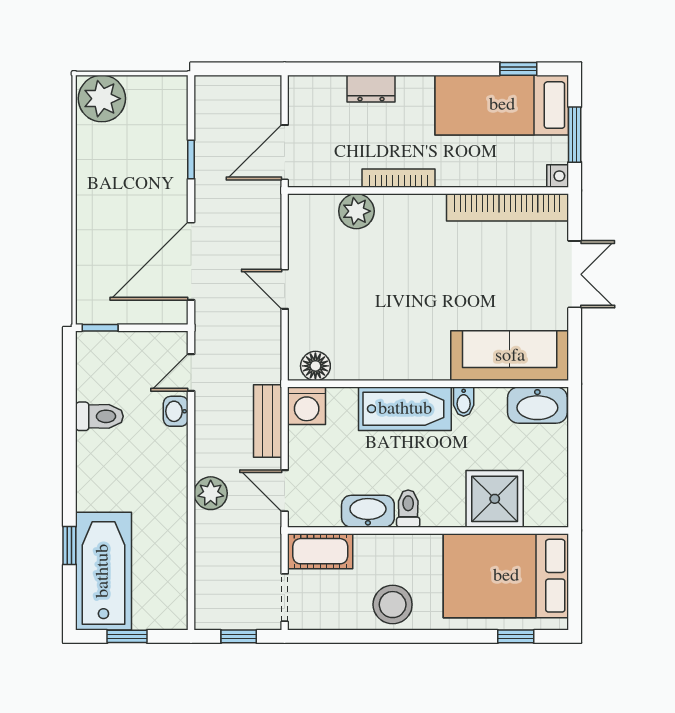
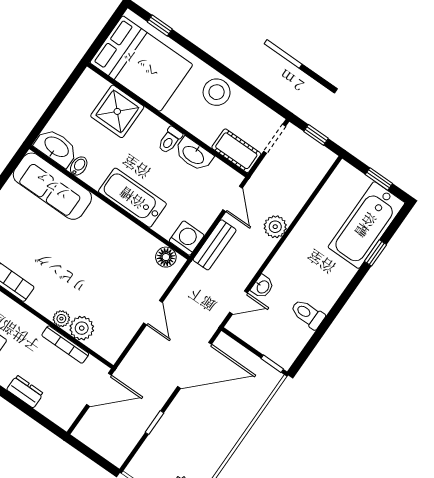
bookcase: (398, 178) -> (65, 345), moved
plant: (389, 206) -> (61, 319), added
bidet: (464, 402) -> (79, 166), moved

